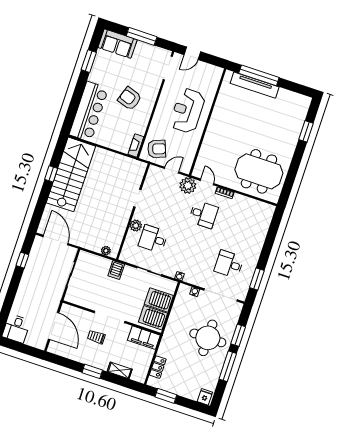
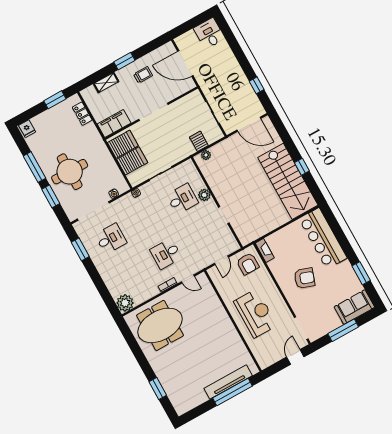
armchair: (157, 149) -> (248, 264), turned -69
plant: (188, 185) -> (125, 303), moved
server rack: (116, 270) -> (199, 141), moved
trolley: (96, 337) -> (143, 75), moved

